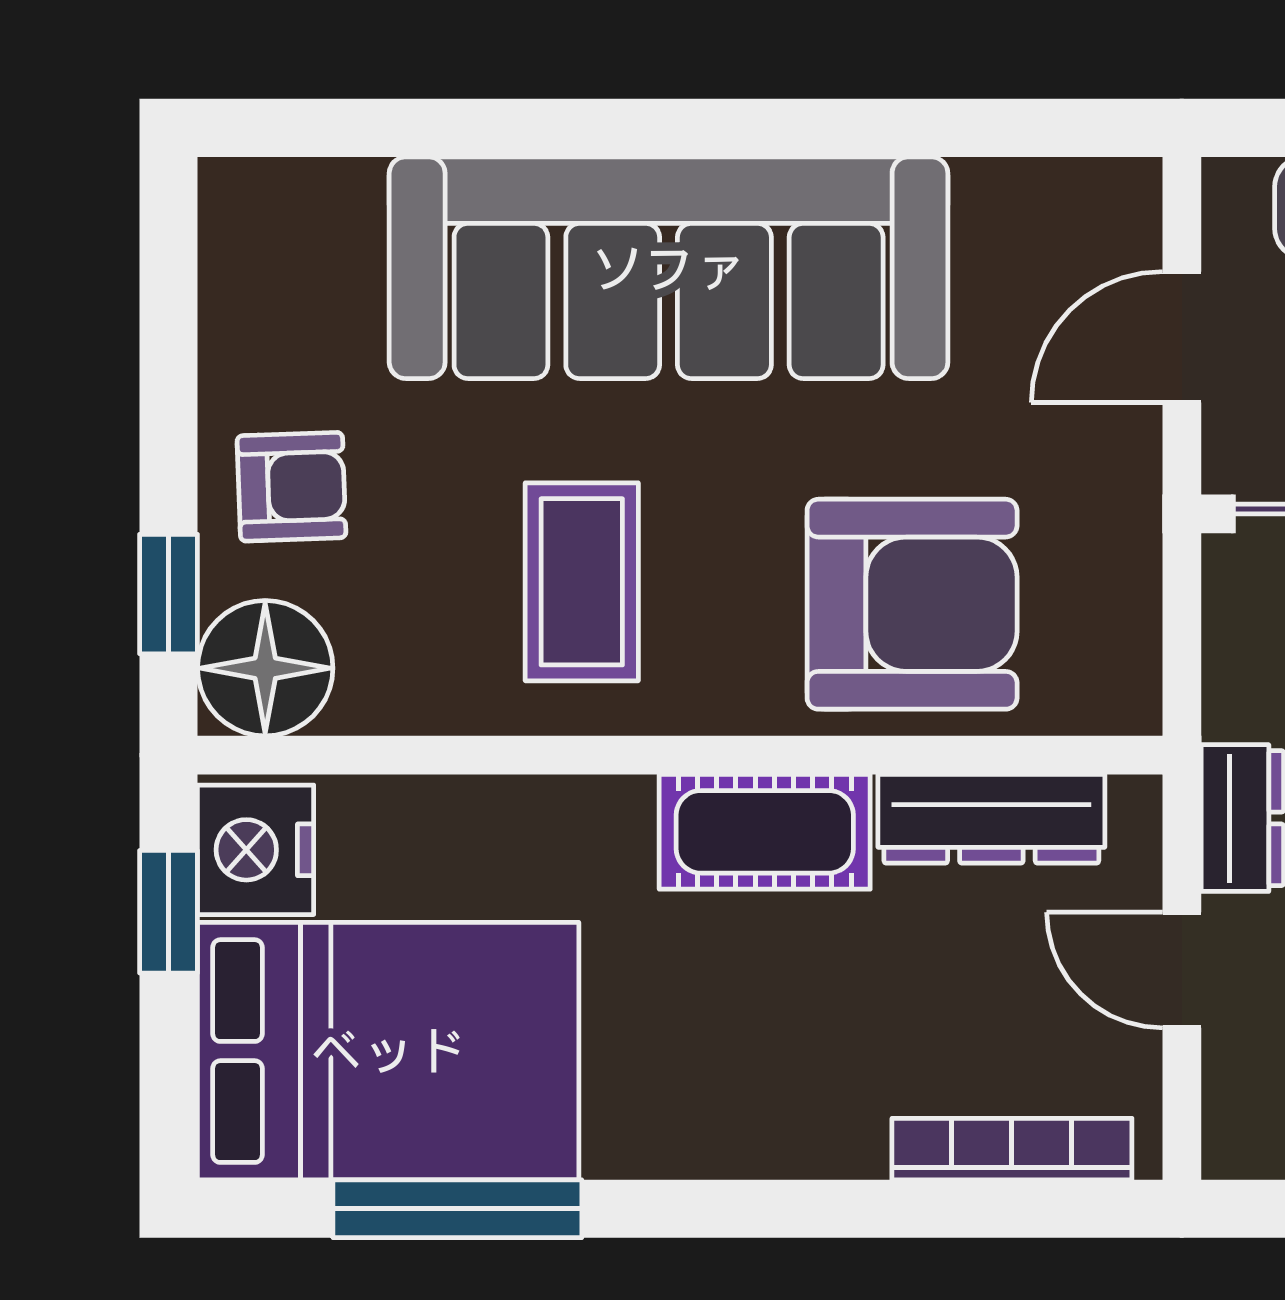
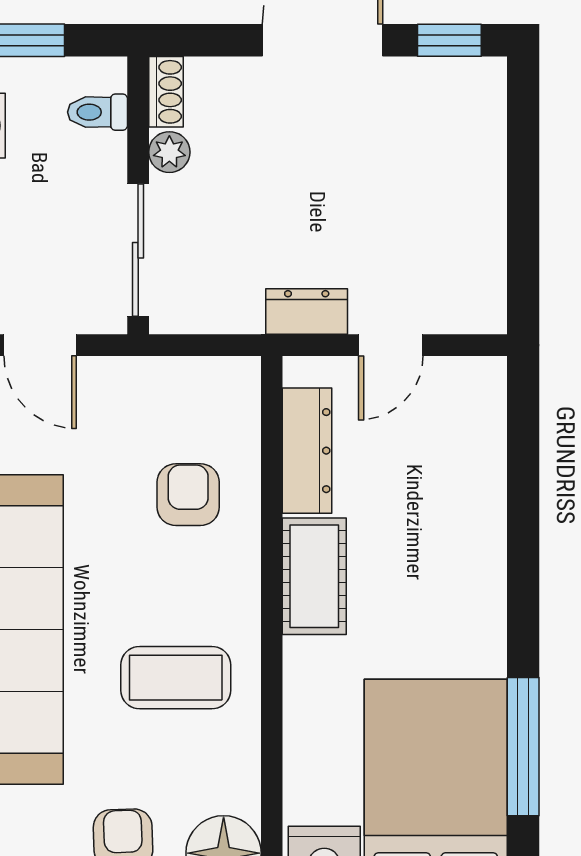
armchair: (912, 604) -> (188, 495), width x0.53, depth x0.53
bookcase: (1012, 1149) -> (490, 439), removed

